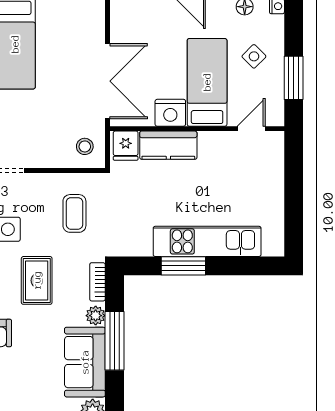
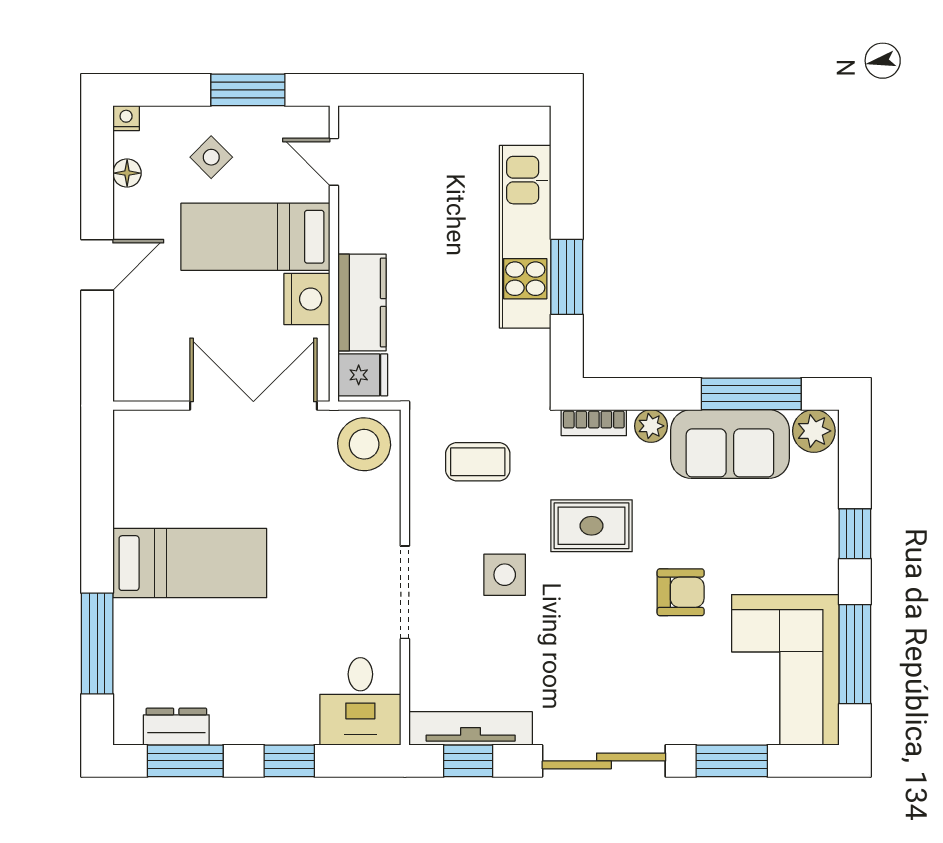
stool: (85, 146) -> (364, 444), width x1.89, depth x1.89
window: (114, 341) -> (751, 394), moved

